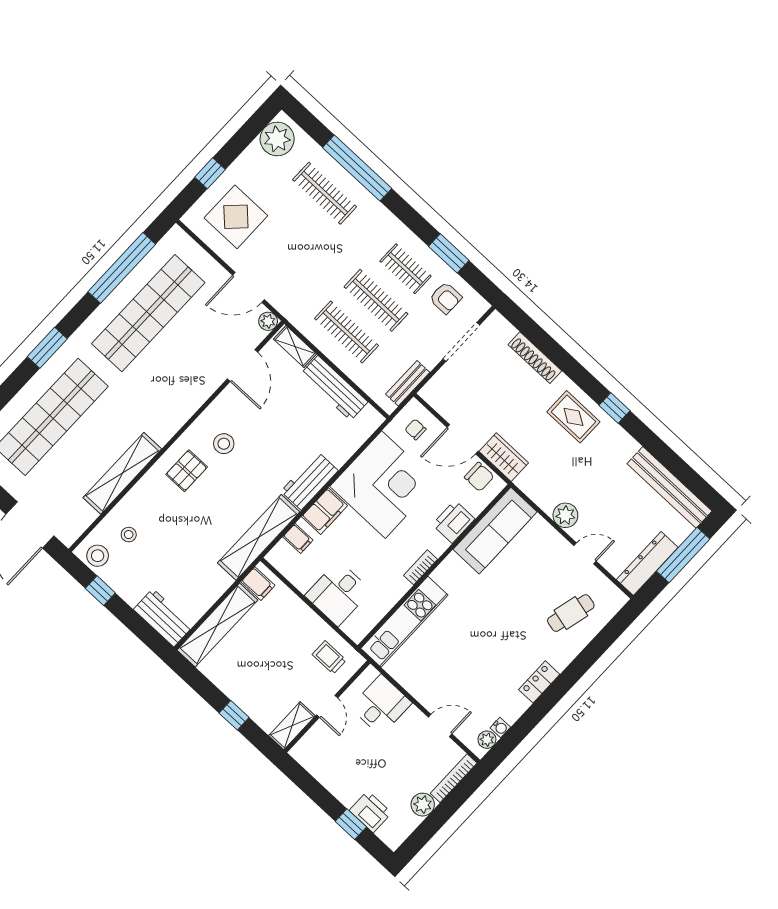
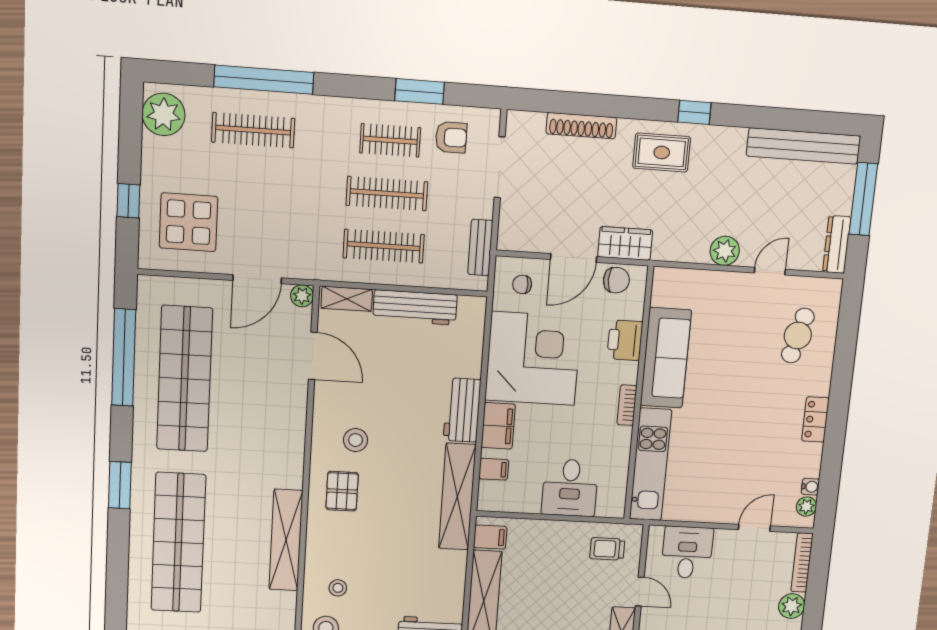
sofa: (495, 531) -> (666, 358), moved
dresser: (647, 564) -> (837, 244), width x0.73, depth x0.80

